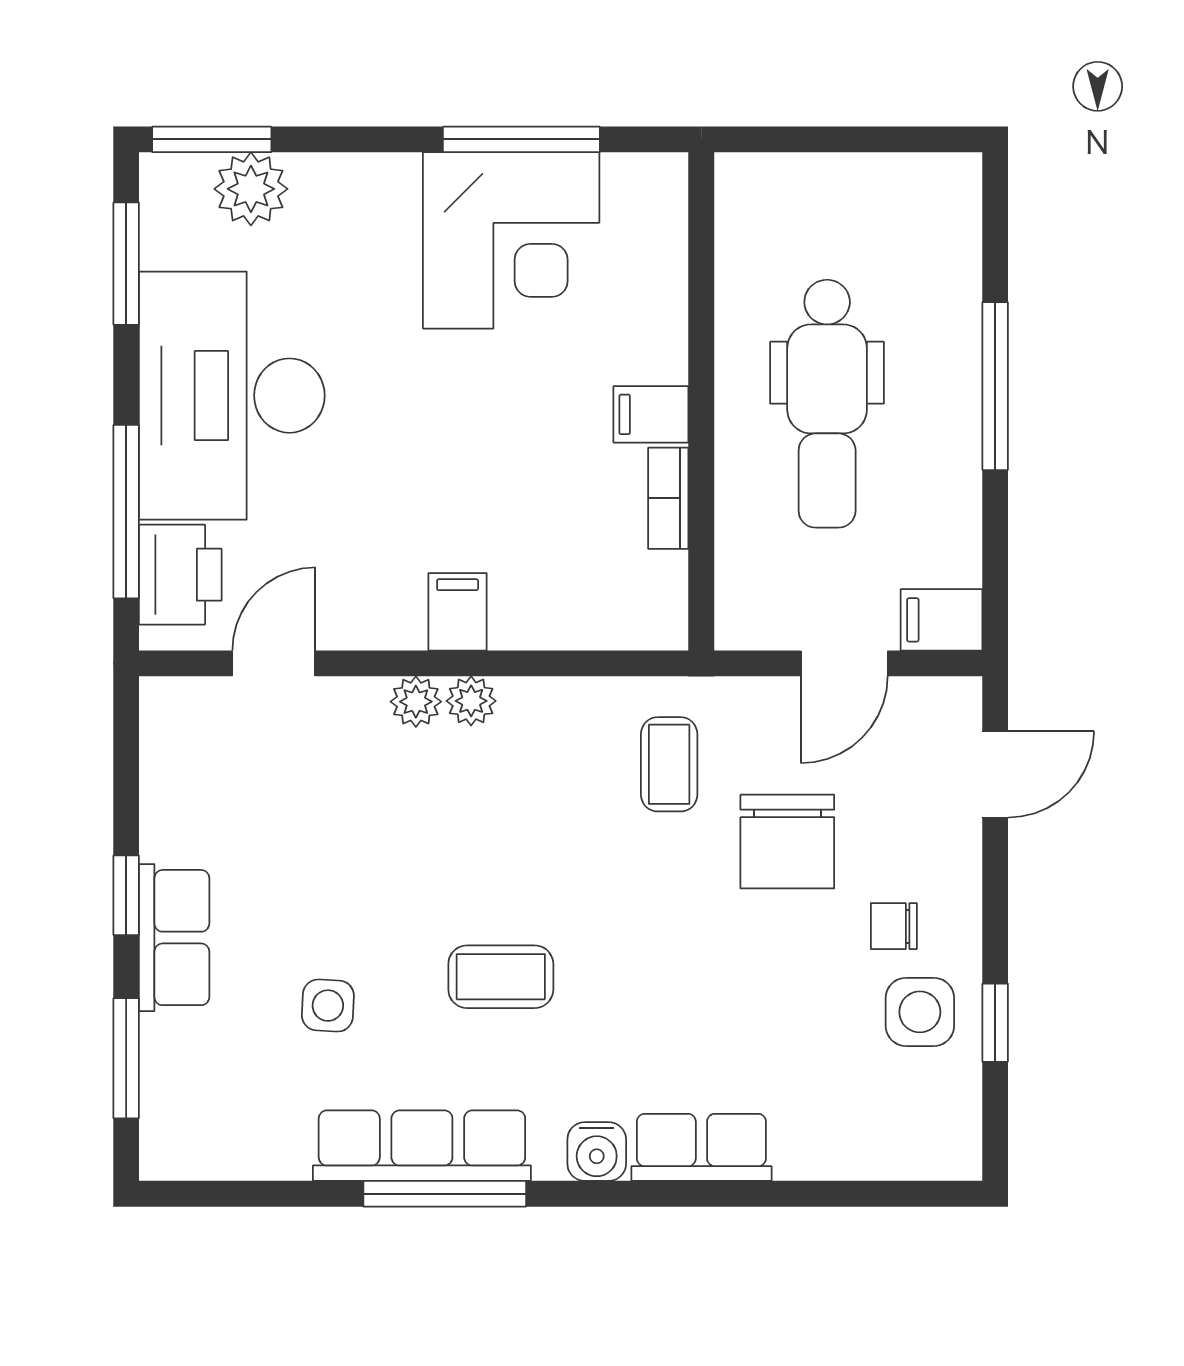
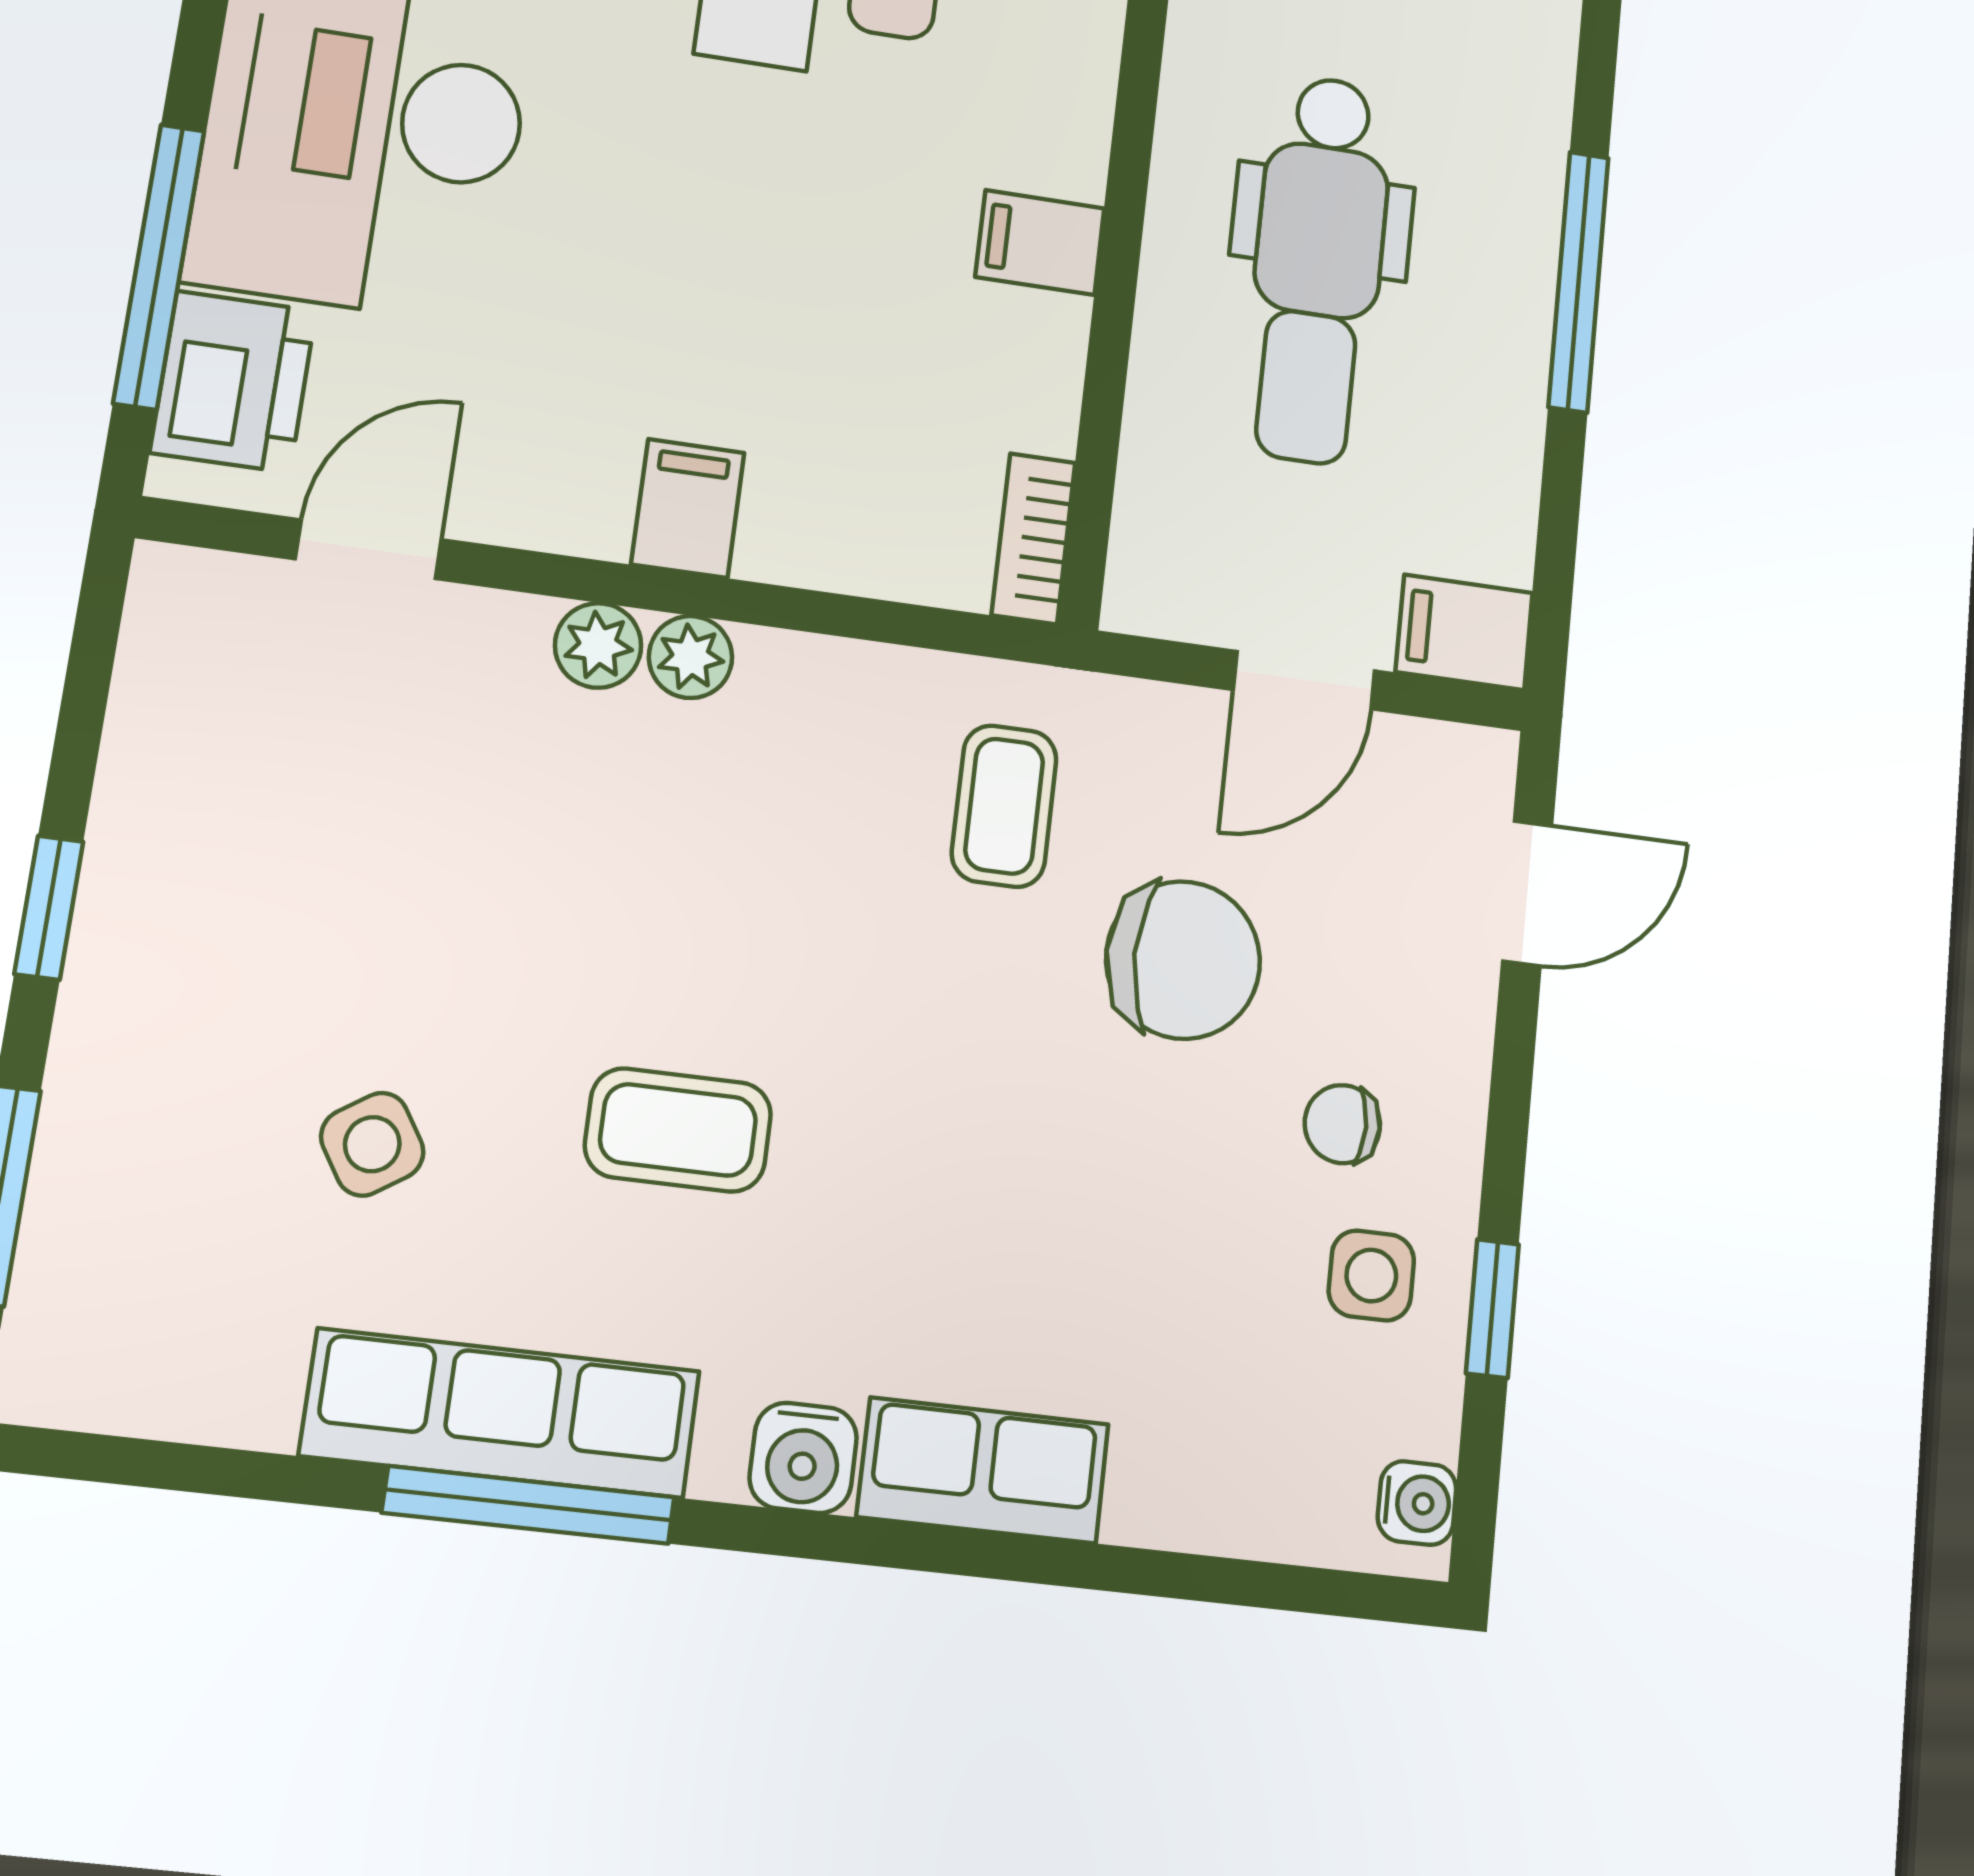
bookcase: (668, 498) -> (1034, 539), moved
chair: (787, 842) -> (1183, 960), turned -90
row of seats: (174, 938) -> (121, 992), removed
side table: (328, 1006) -> (372, 1144), turned -36
side table: (920, 1012) -> (1371, 1276), width x0.73, depth x0.73
water cooler: (960, 1138) -> (1417, 1503), added

